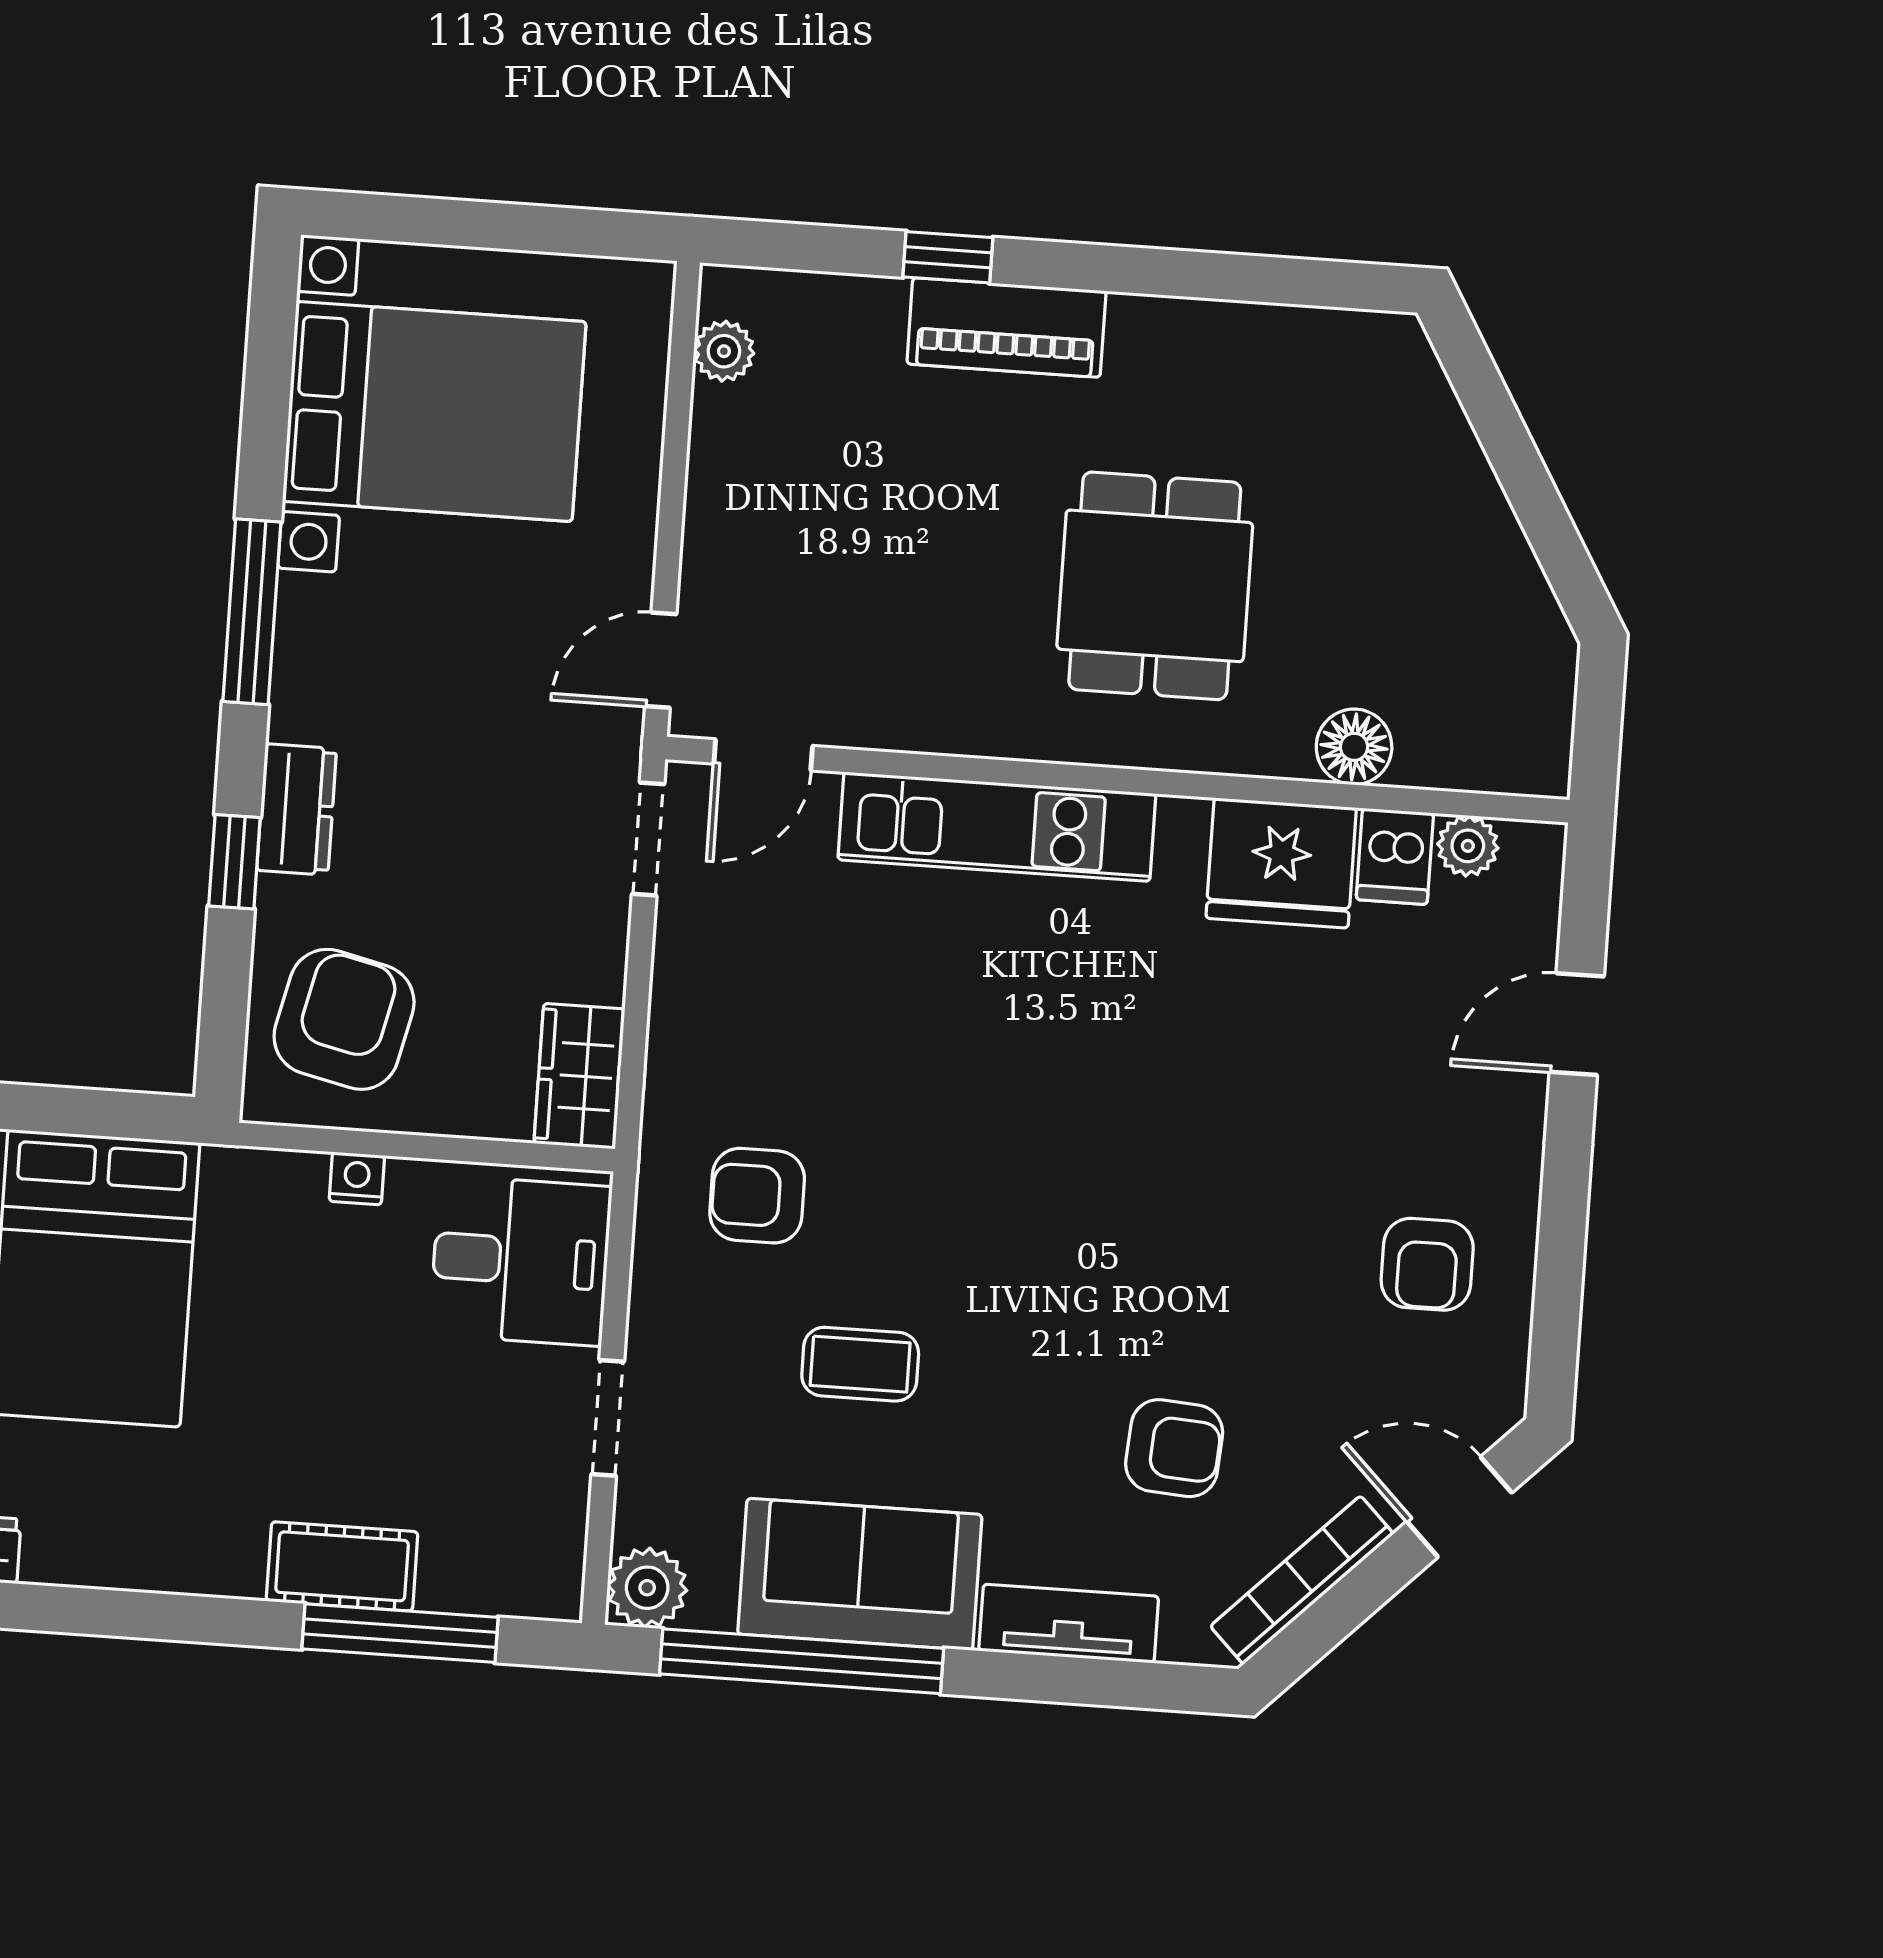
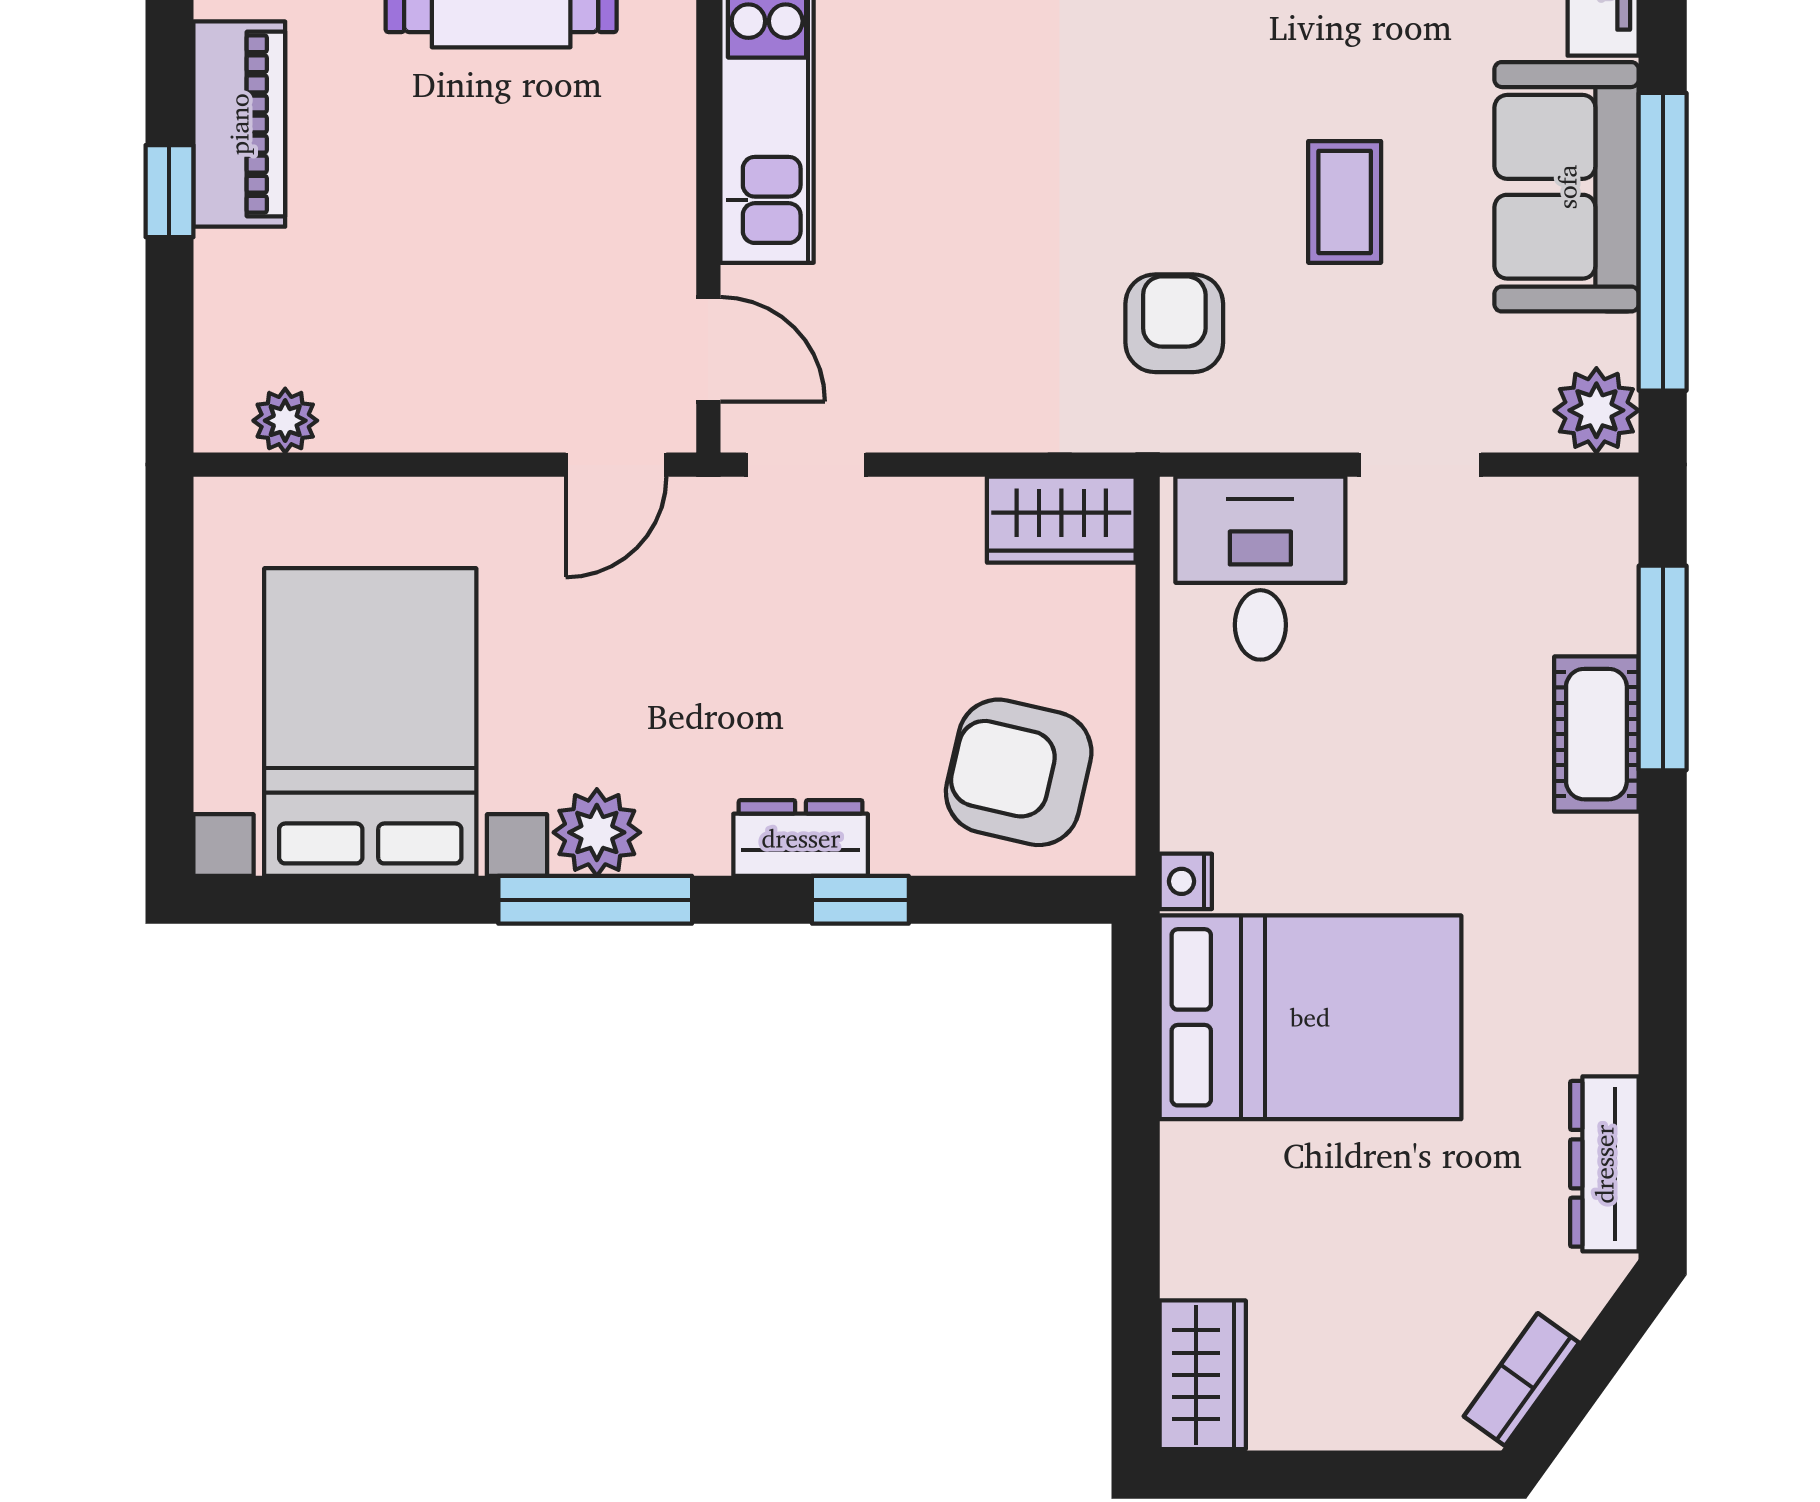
plant: (315, 618) -> (597, 832), added
door: (661, 660) -> (616, 465), hinge flipped
nightstand: (357, 1178) -> (1186, 881), moved
armchair: (757, 1196) -> (1174, 323), turned 180

